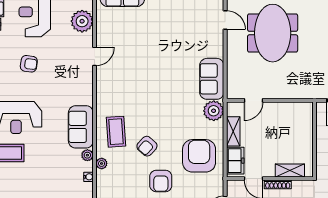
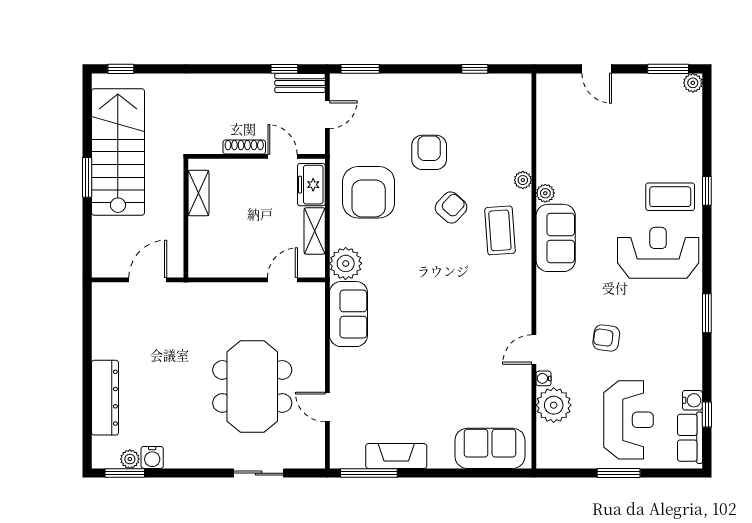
armchair: (29, 64) -> (606, 338), moved
shelving: (290, 170) -> (198, 193), moved, turned 90
water cooler: (88, 177) -> (544, 378), moved

